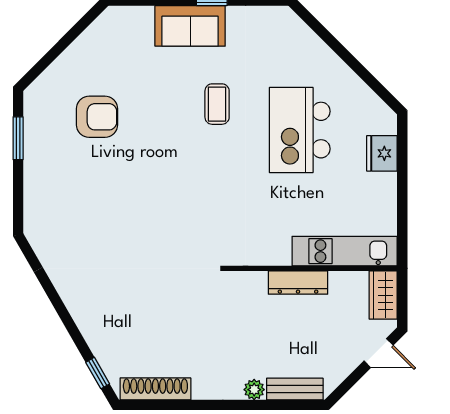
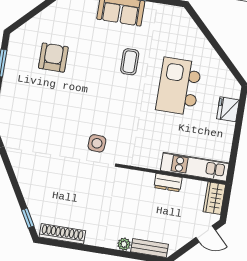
armchair: (97, 117) -> (53, 58), turned -90
side table: (187, 239) -> (97, 143), added
dresser: (298, 283) -> (168, 183), width x0.70

